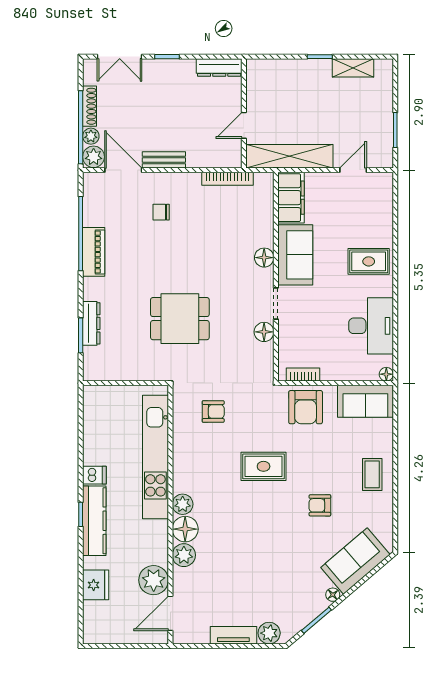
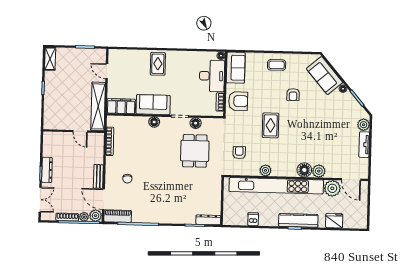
dresser: (219, 68) -> (47, 170), moved
shelving: (353, 68) -> (50, 59), moved
door: (123, 170) -> (103, 199), hinge flipped
piano: (94, 252) -> (118, 216), moved
dining table: (180, 319) -> (195, 151), moved
dresser: (91, 323) -> (208, 220), moved
desk: (371, 326) -> (212, 76), moved, turned 90
kitchen unit: (155, 457) -> (276, 186), width x1.36
dishwasher: (94, 475) -> (253, 219), moved
plant: (183, 504) -> (265, 170), moved

